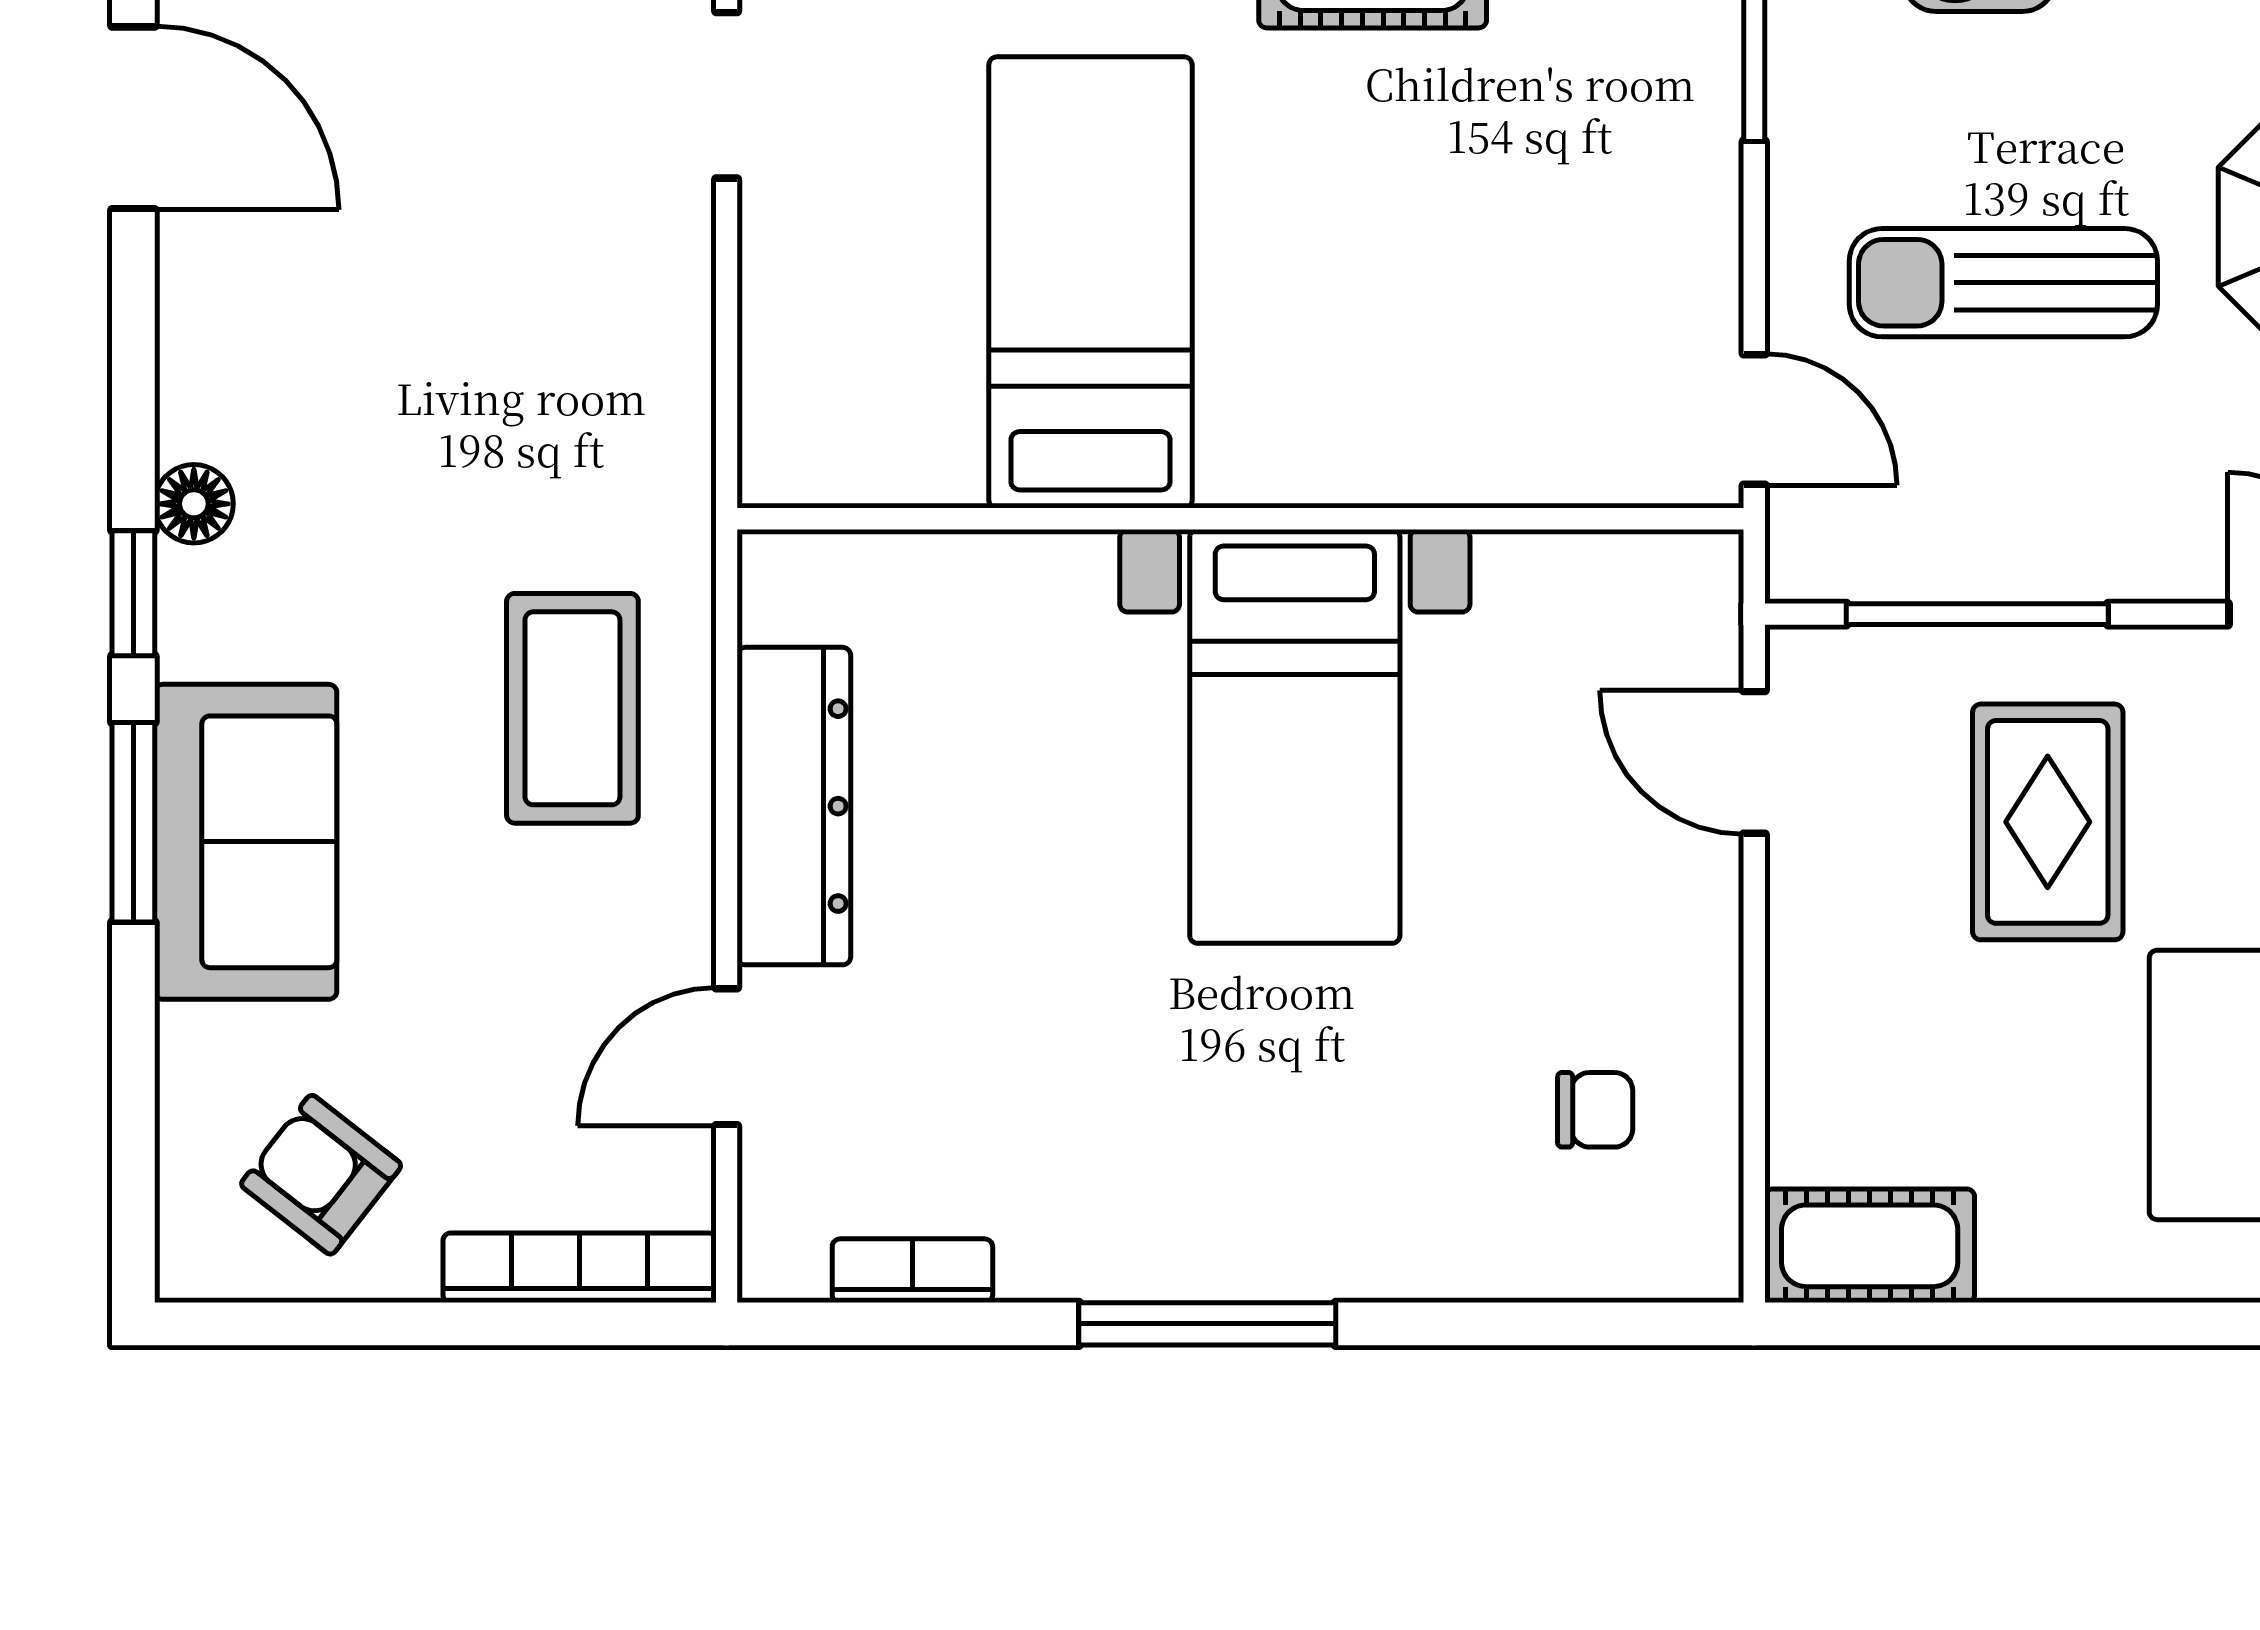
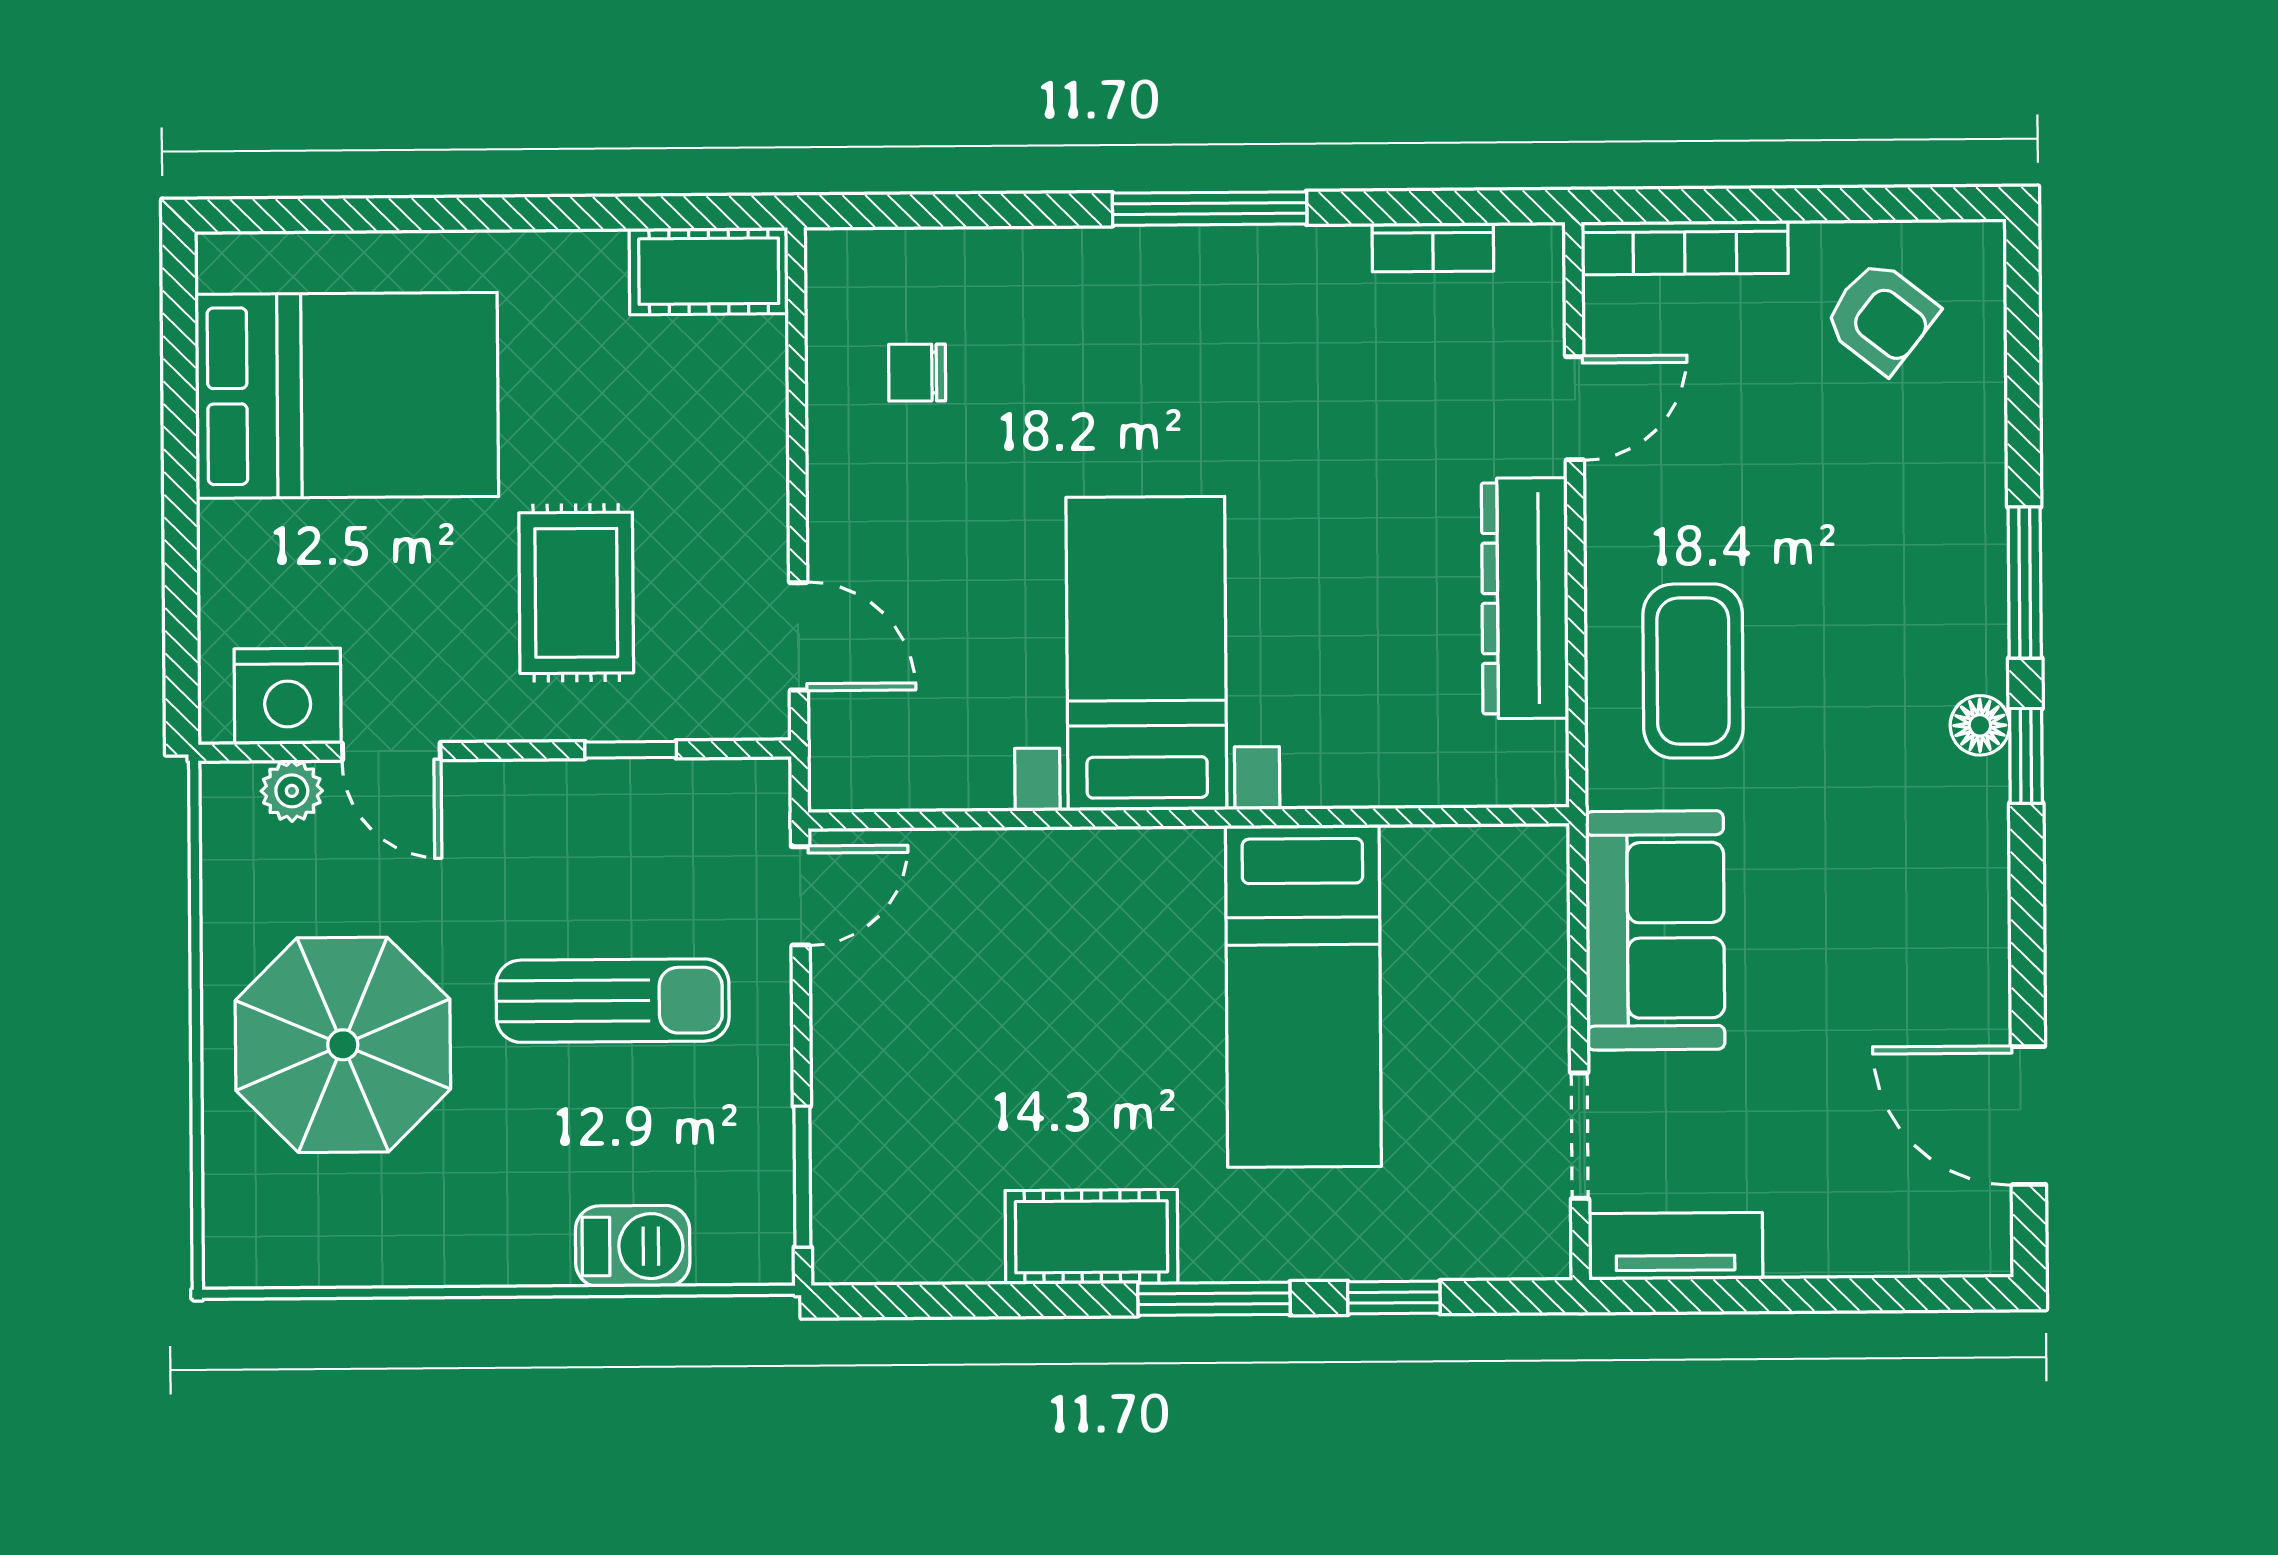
door: (1754, 419) -> (800, 896), swing flipped
floor lamp: (194, 504) -> (1980, 725), moved
window: (1977, 614) -> (631, 750), width x0.46
sofa: (246, 842) -> (1655, 930), moved, turned 180

